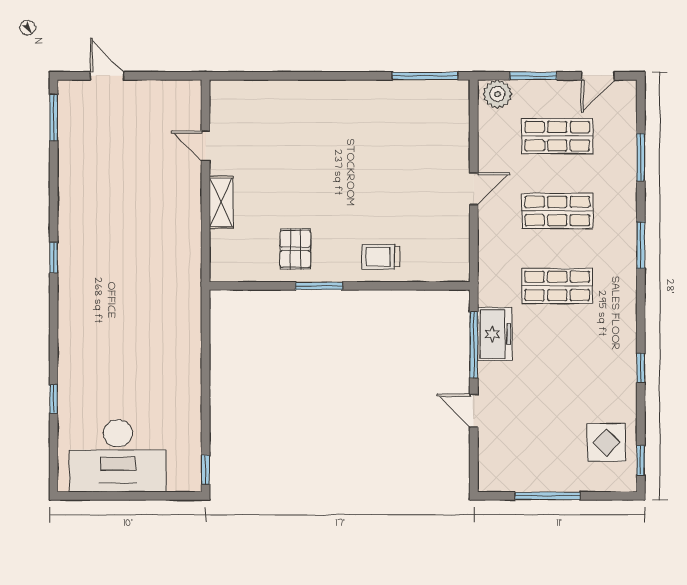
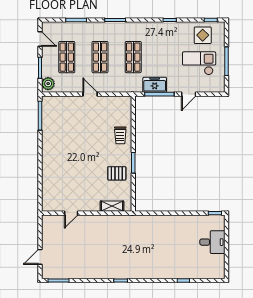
shelving: (221, 202) -> (112, 206), moved
checkout: (543, 434) -> (199, 63), added
desk: (118, 456) -> (212, 242), width x0.53, depth x0.77

